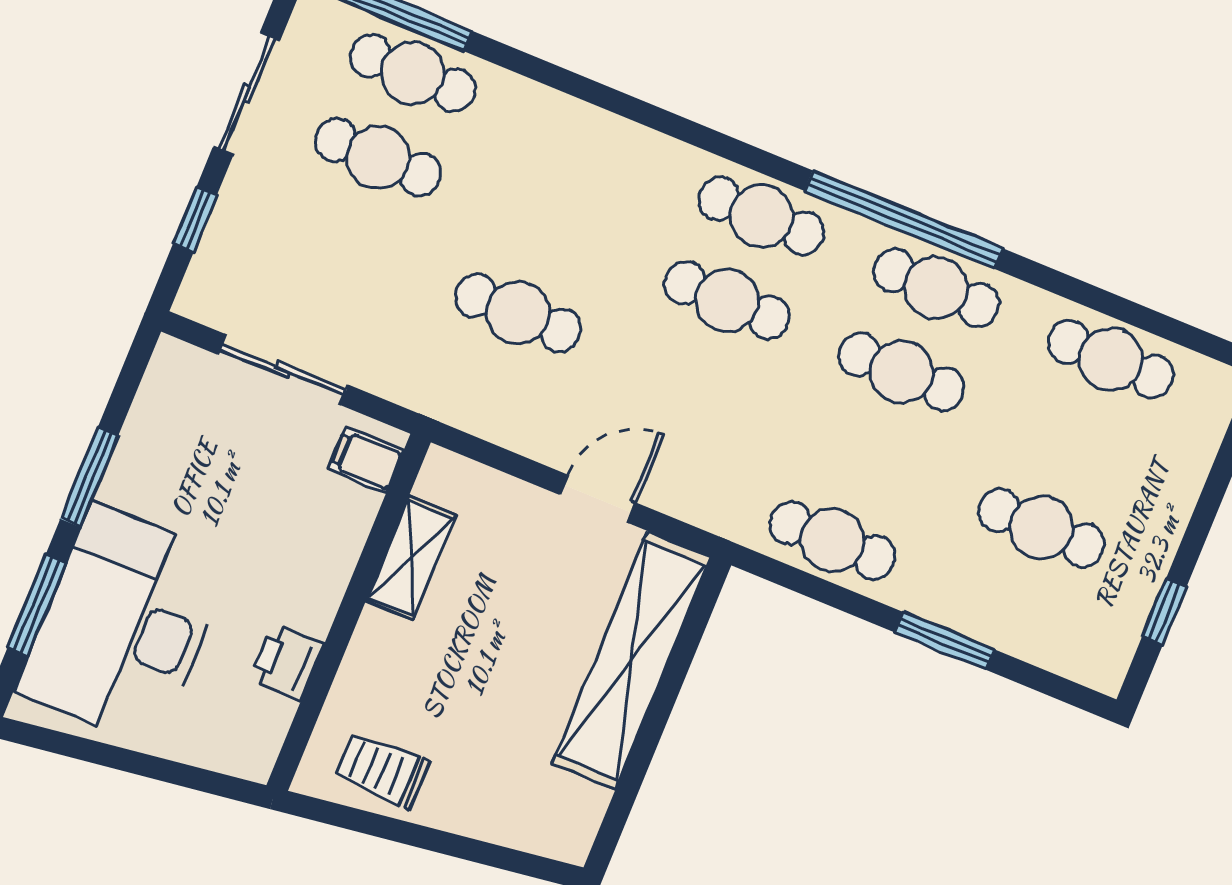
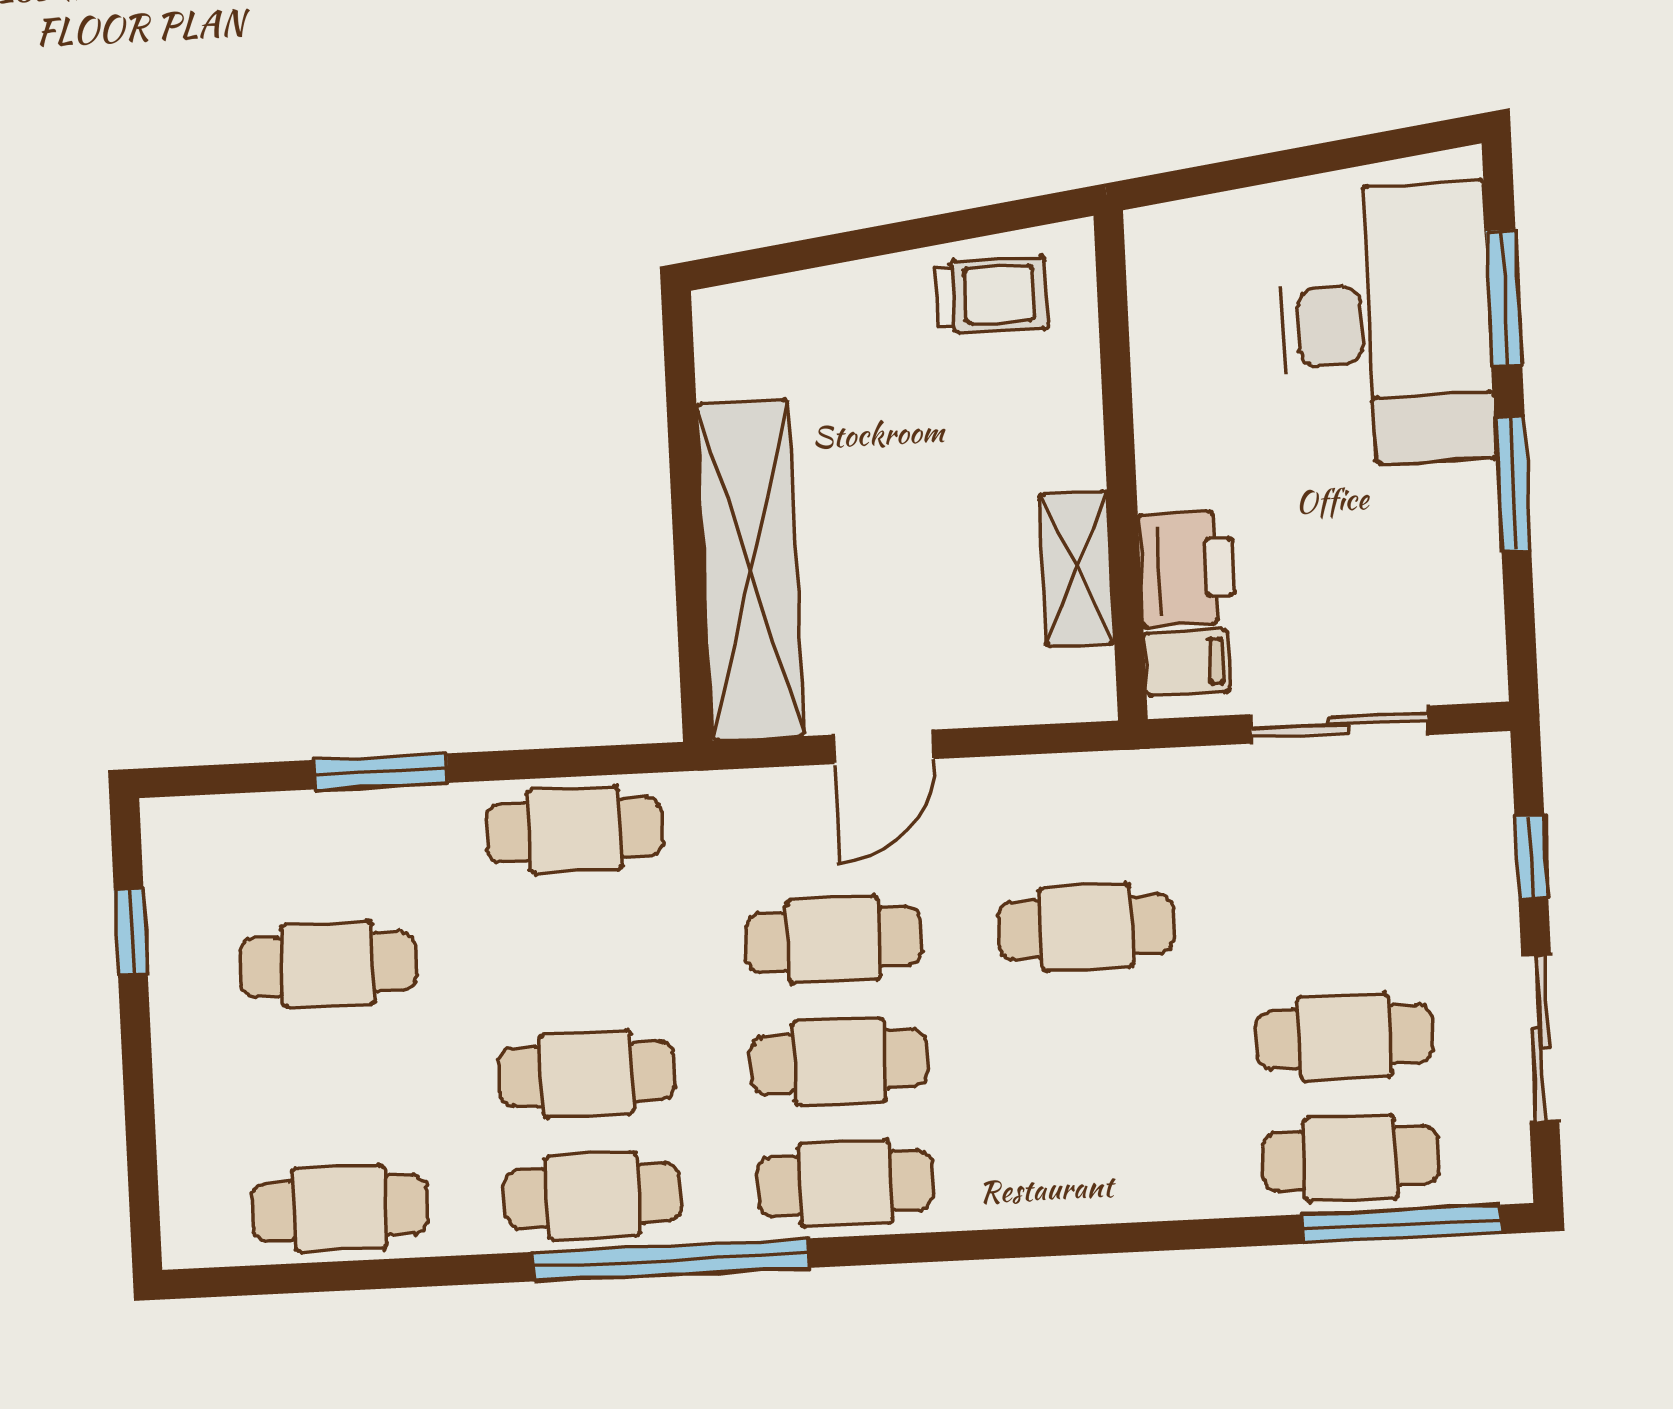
cafe table: (692, 384) -> (833, 940), added
printer: (287, 662) -> (1187, 569), moved, width x1.36, depth x1.24

